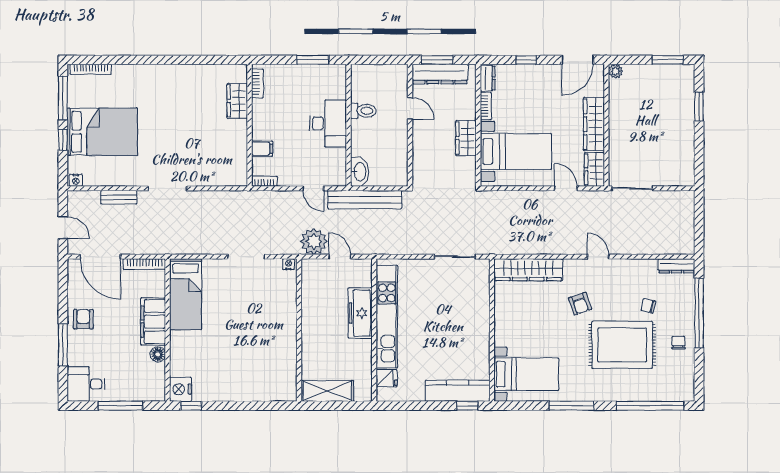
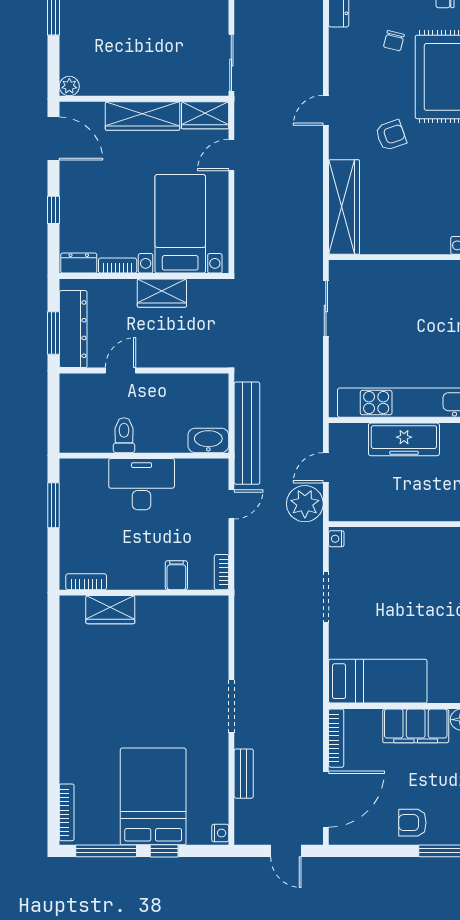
door: (63, 228) -> (286, 851), swing flipped

